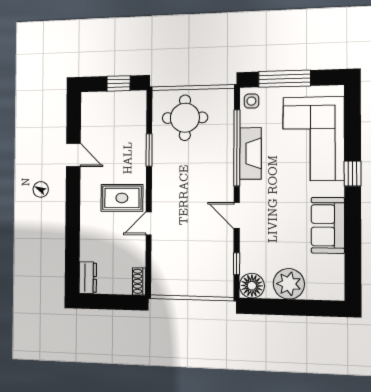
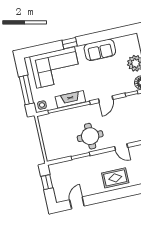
round table: (185, 118) -> (90, 136), moved
door: (73, 155) -> (77, 203), moved
rug: (122, 198) -> (115, 178), moved, turned 90

